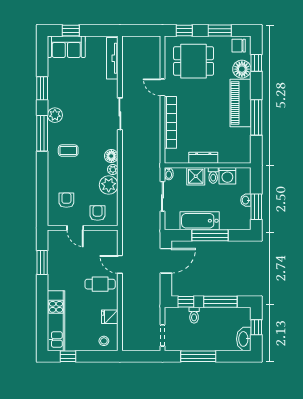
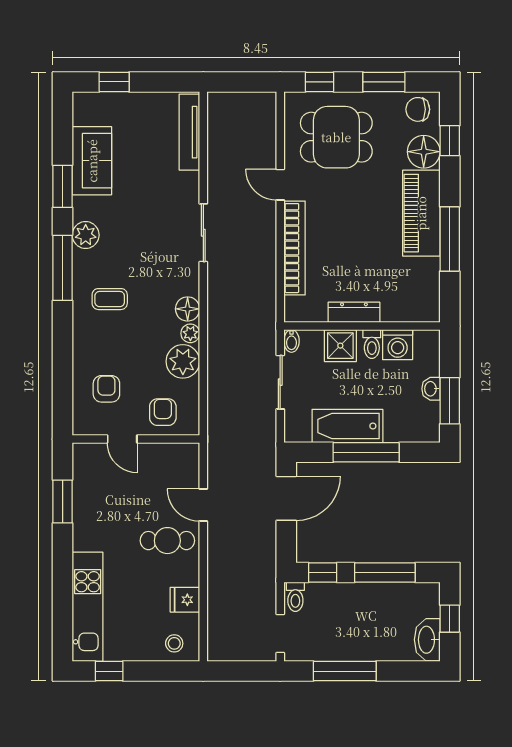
sofa: (66, 47) -> (92, 161), moved, turned -90
toilet: (194, 315) -> (295, 597), moved

